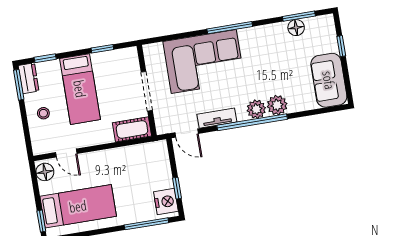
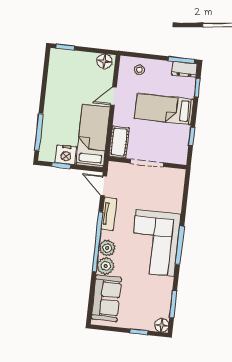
floor lamp: (296, 28) -> (162, 325), moved
corner sofa: (204, 61) -> (155, 243), moved
sofa: (329, 80) -> (106, 298), moved, turned 90
stool: (43, 113) -> (139, 70), moved
door: (187, 133) -> (104, 186), hinge flipped
door: (66, 153) -> (113, 96), moved
nightstand: (166, 202) -> (66, 155), moved
bed: (78, 206) -> (93, 136), moved, turned 180

